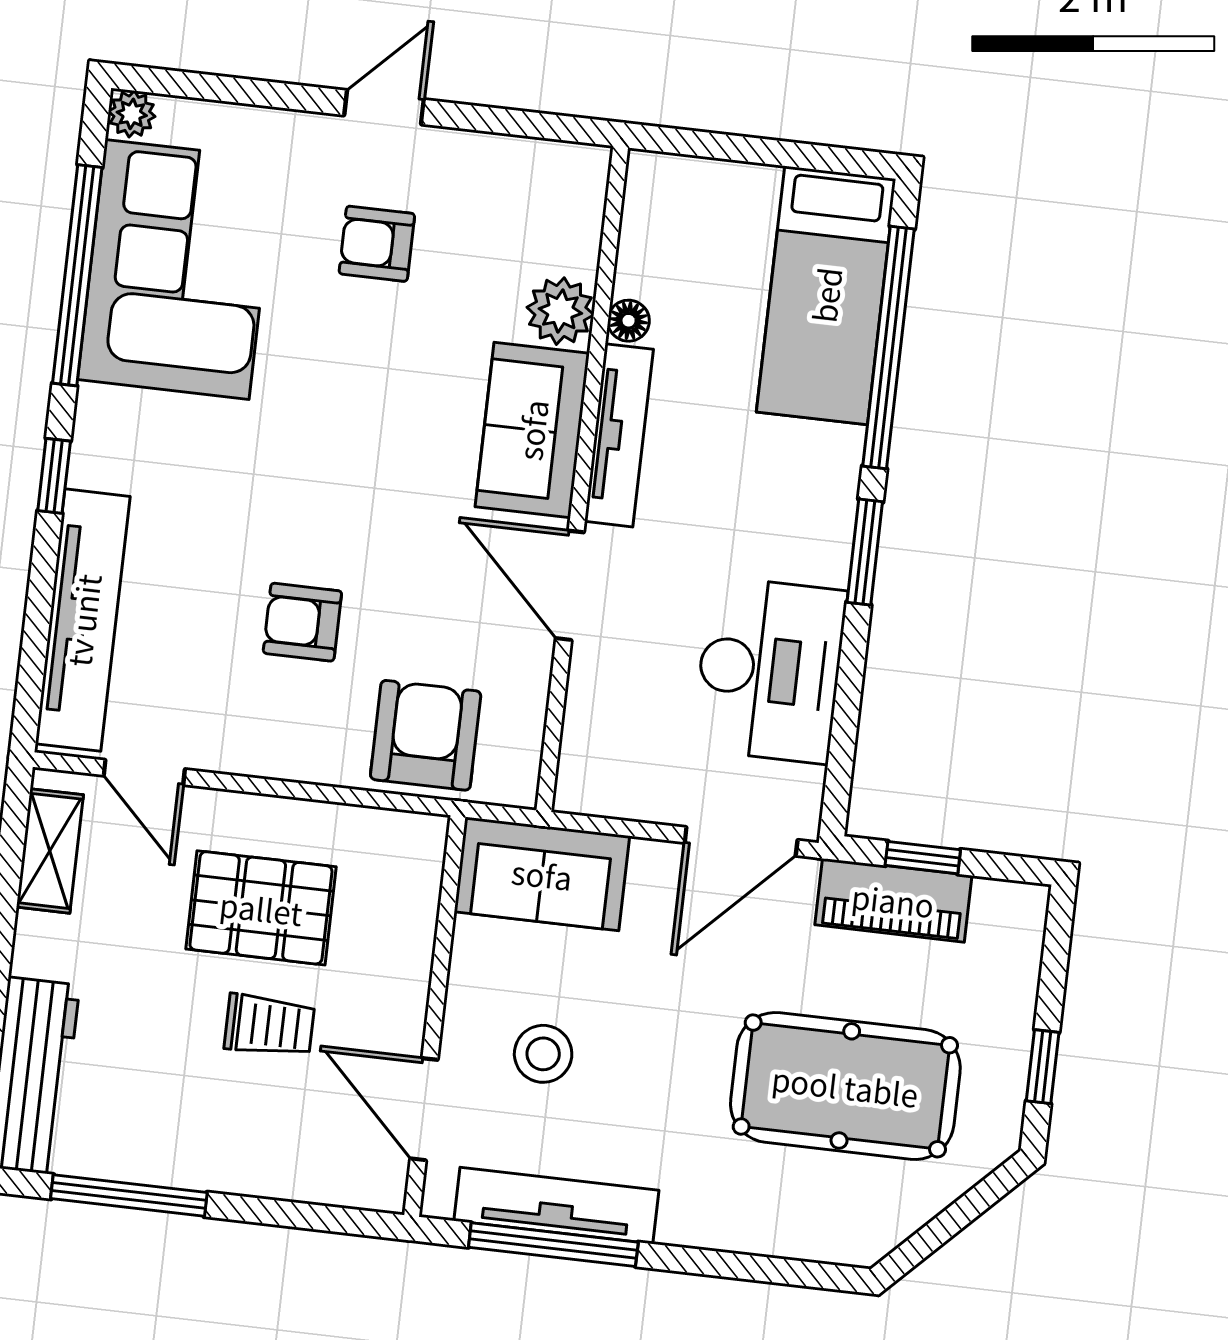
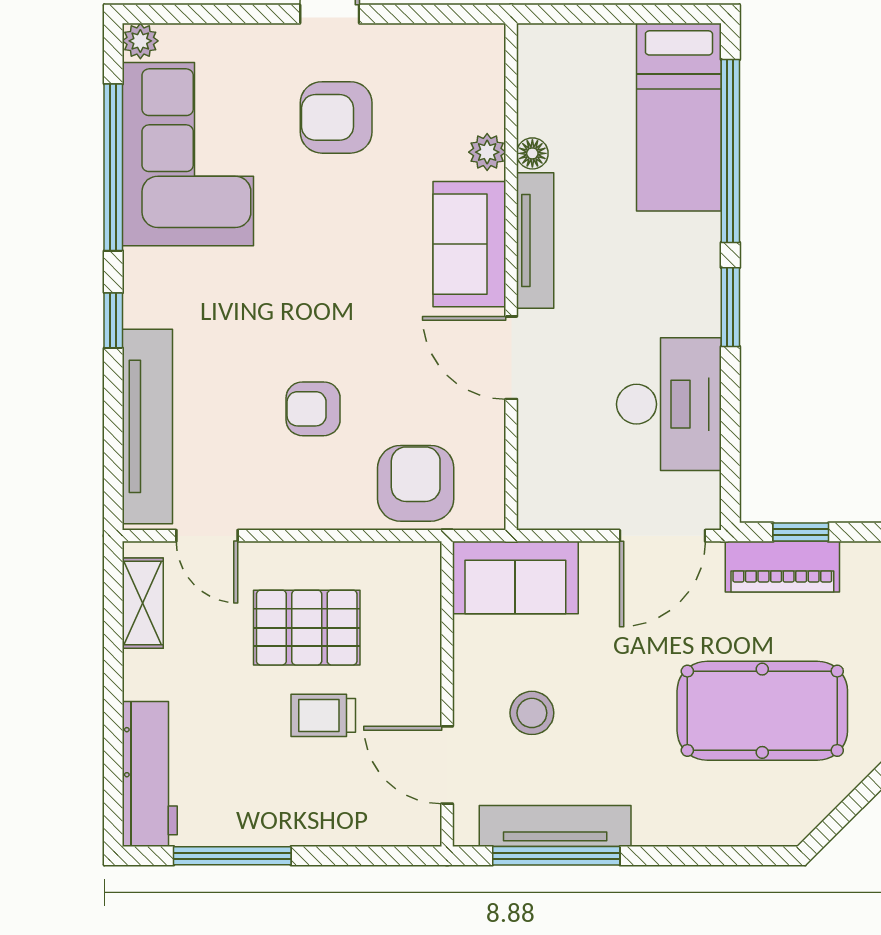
armchair: (377, 244) -> (336, 117), width x1.38, depth x1.38
plant: (560, 311) -> (487, 152), width x0.73, depth x0.73
trolley: (269, 1025) -> (323, 715), turned 180

